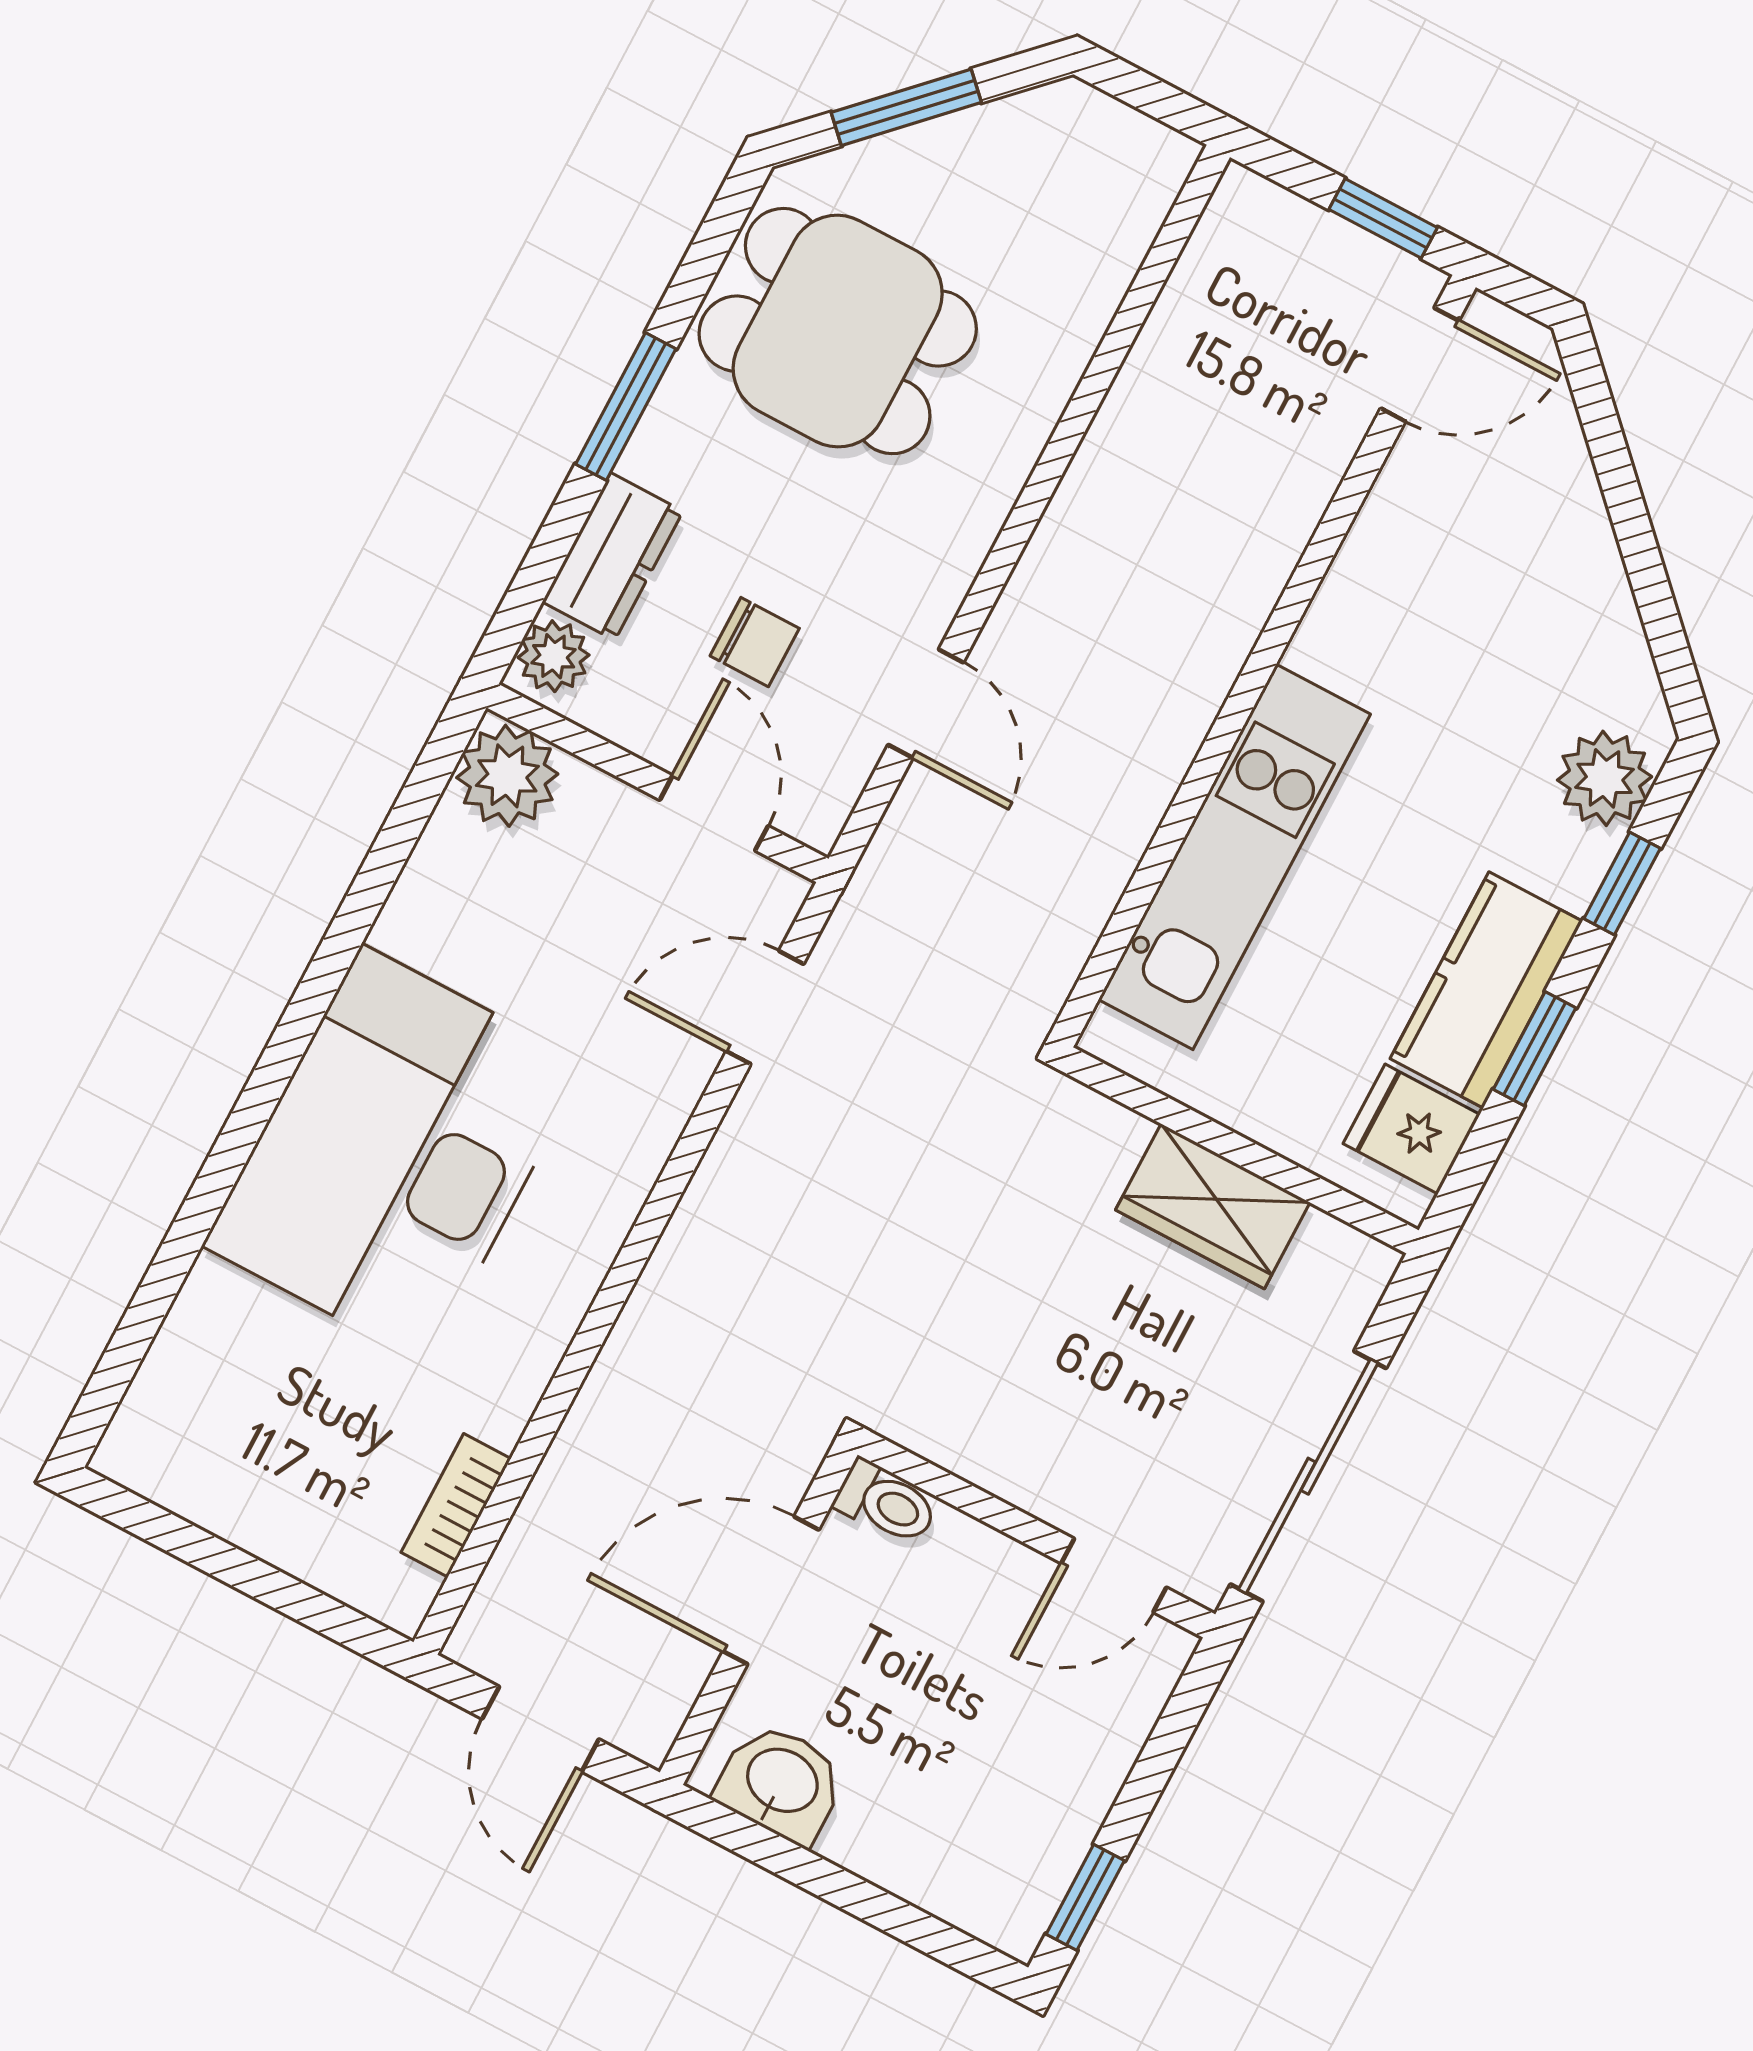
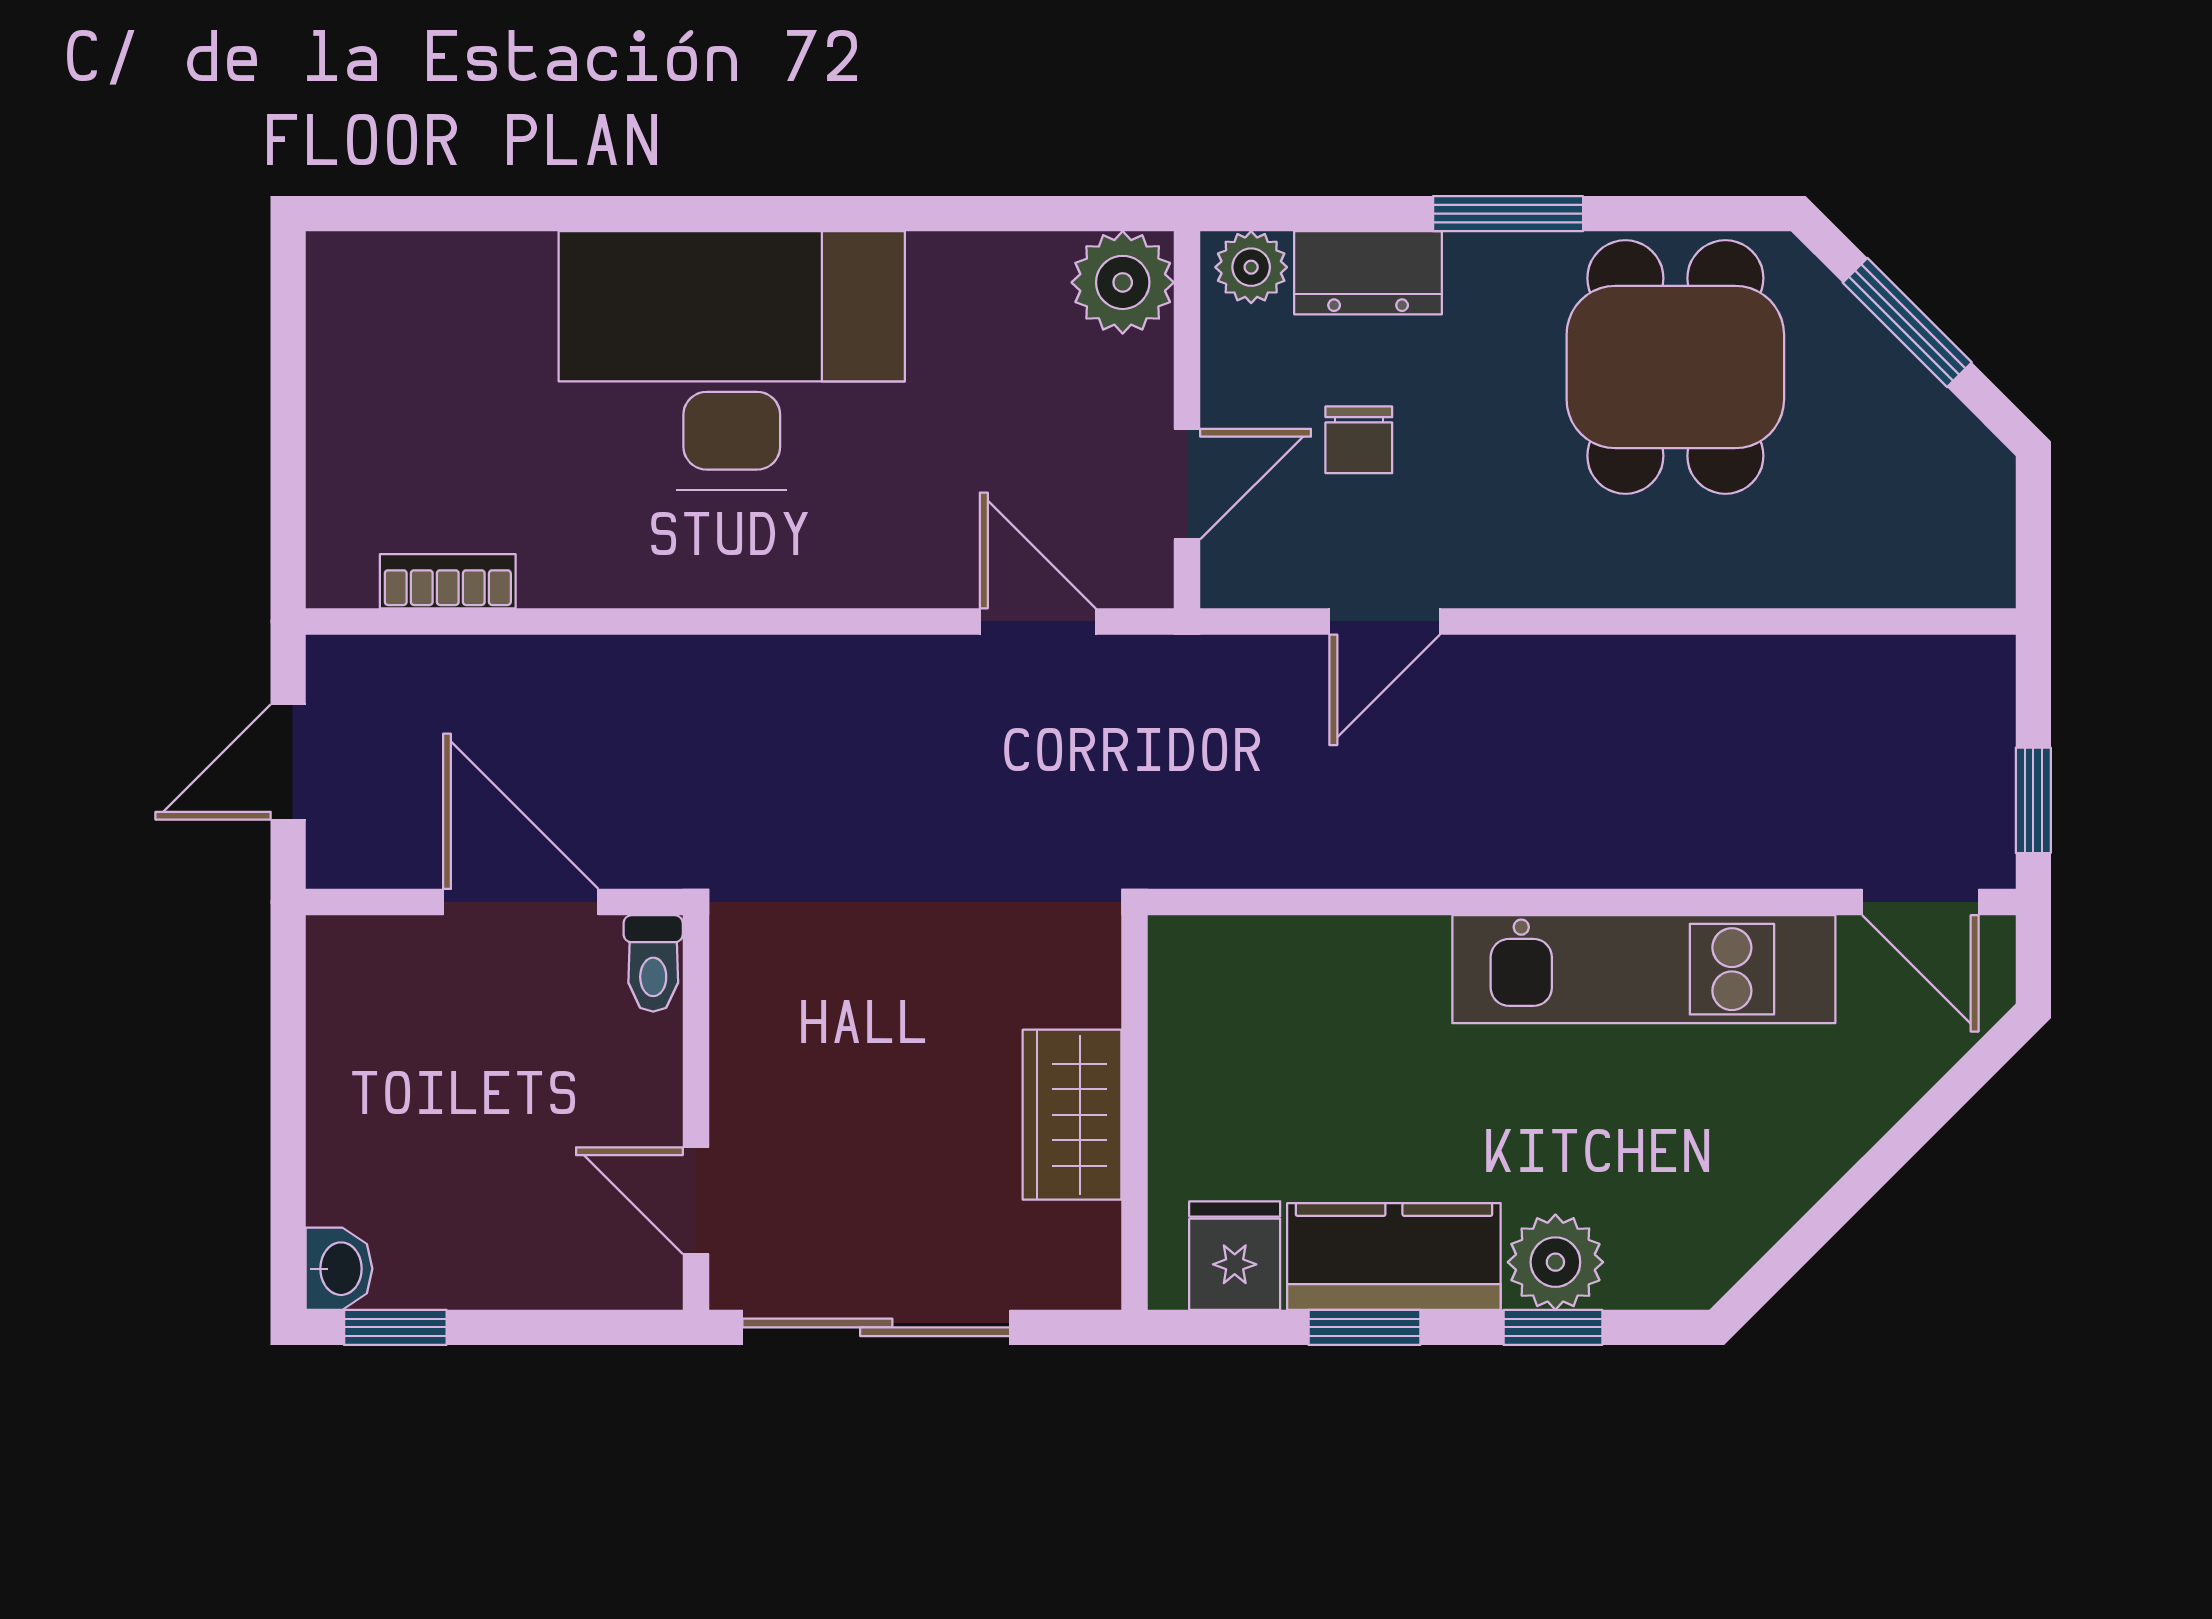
plant: (1605, 778) -> (1555, 1262), moved
kitchen unit: (1234, 857) -> (1644, 969), moved
washbasin: (781, 1783) -> (339, 1269), moved, width x0.72, depth x0.69

